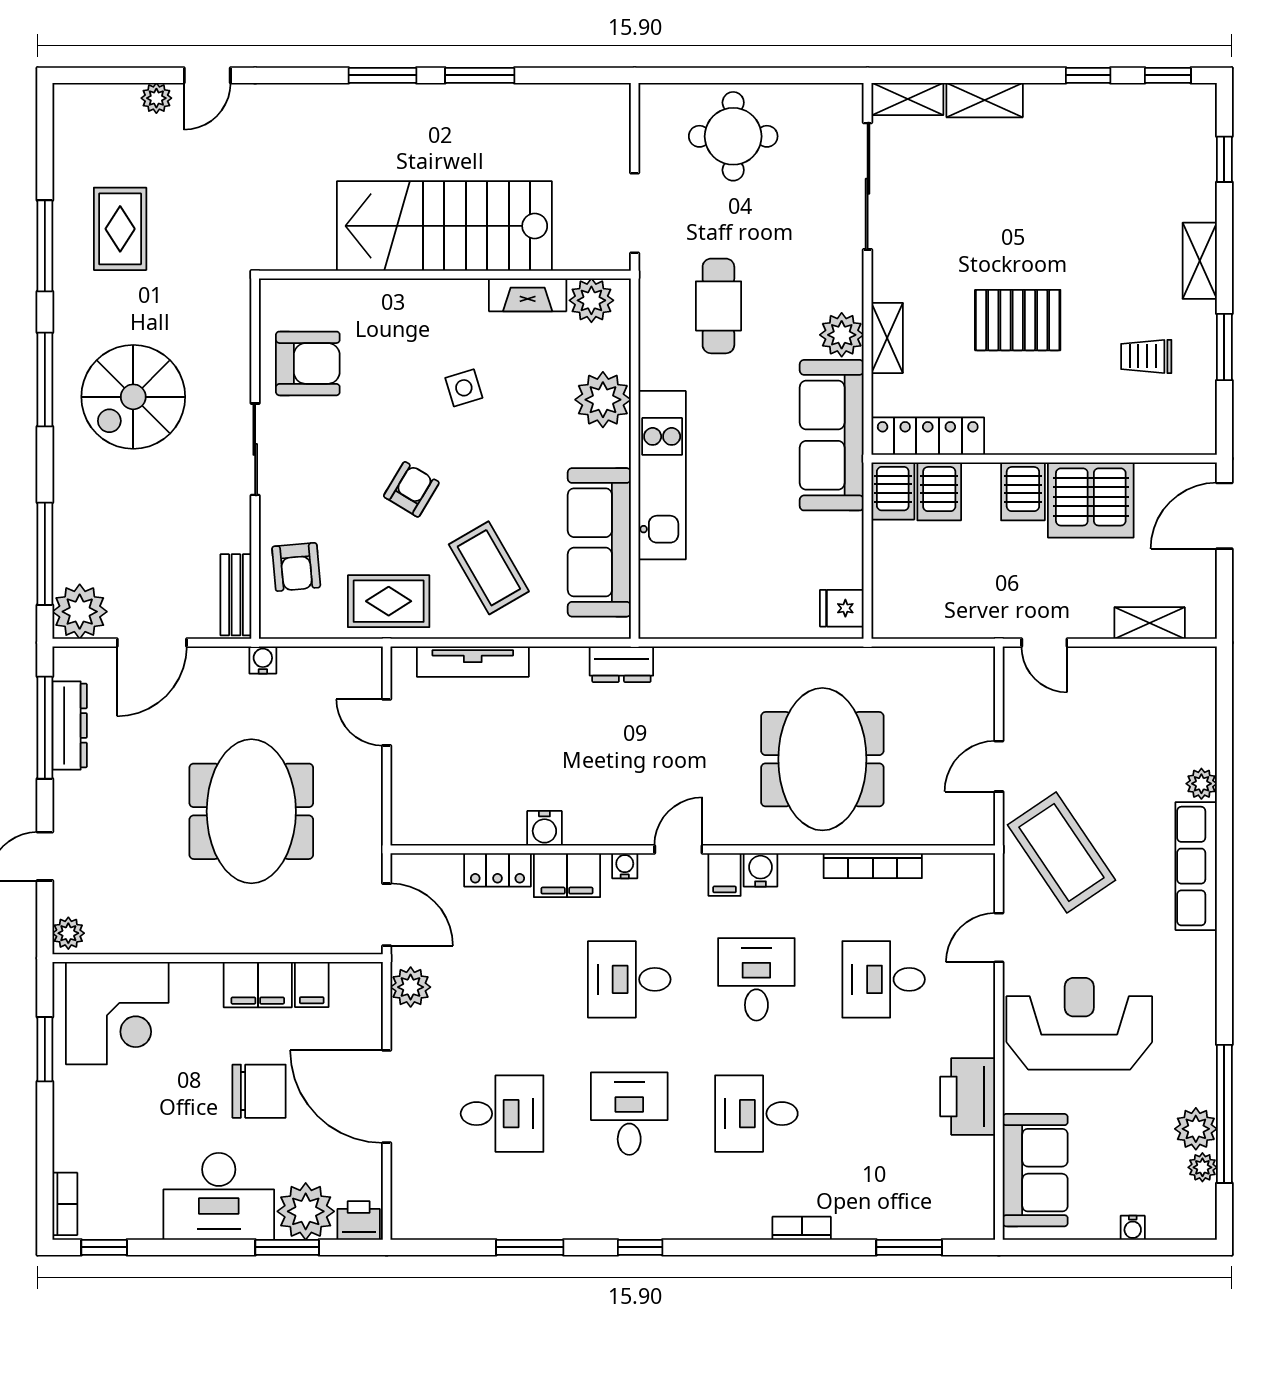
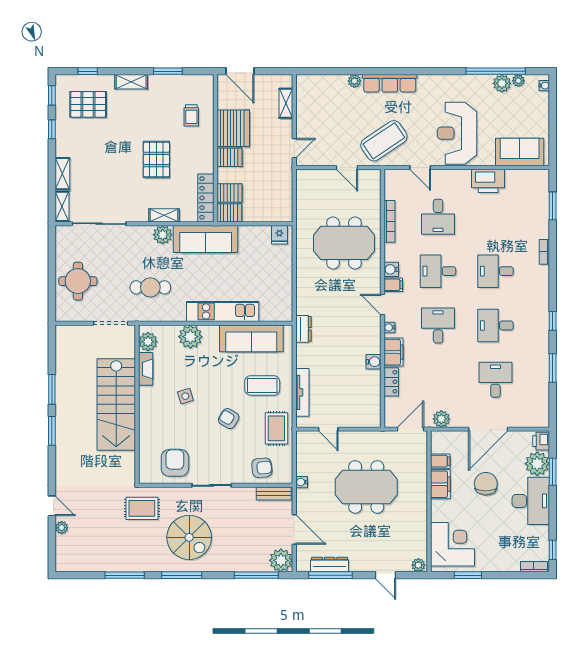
pallet: (1147, 160) -> (88, 104), added
rug: (120, 229) -> (142, 508), moved
trolley: (1146, 356) -> (191, 115), moved
coffee table: (489, 568) -> (262, 385), turned 30
door: (387, 722) -> (328, 429), hinge flipped
desk: (629, 979) -> (438, 325), turned 180
desk: (756, 1114) -> (495, 271), turned 90
water cooler: (1133, 1228) -> (544, 86), moved

